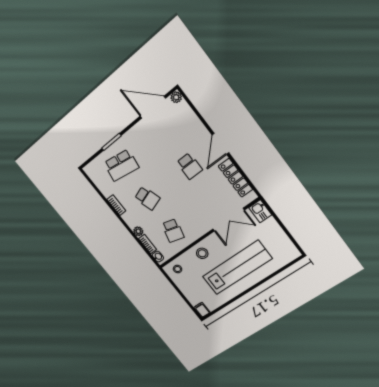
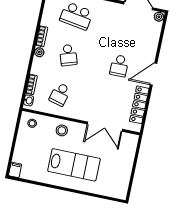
kitchen sink: (260, 211) -> (131, 143), removed
plant: (138, 231) -> (39, 52), moved
lab bench: (237, 268) -> (74, 165), width x0.73

